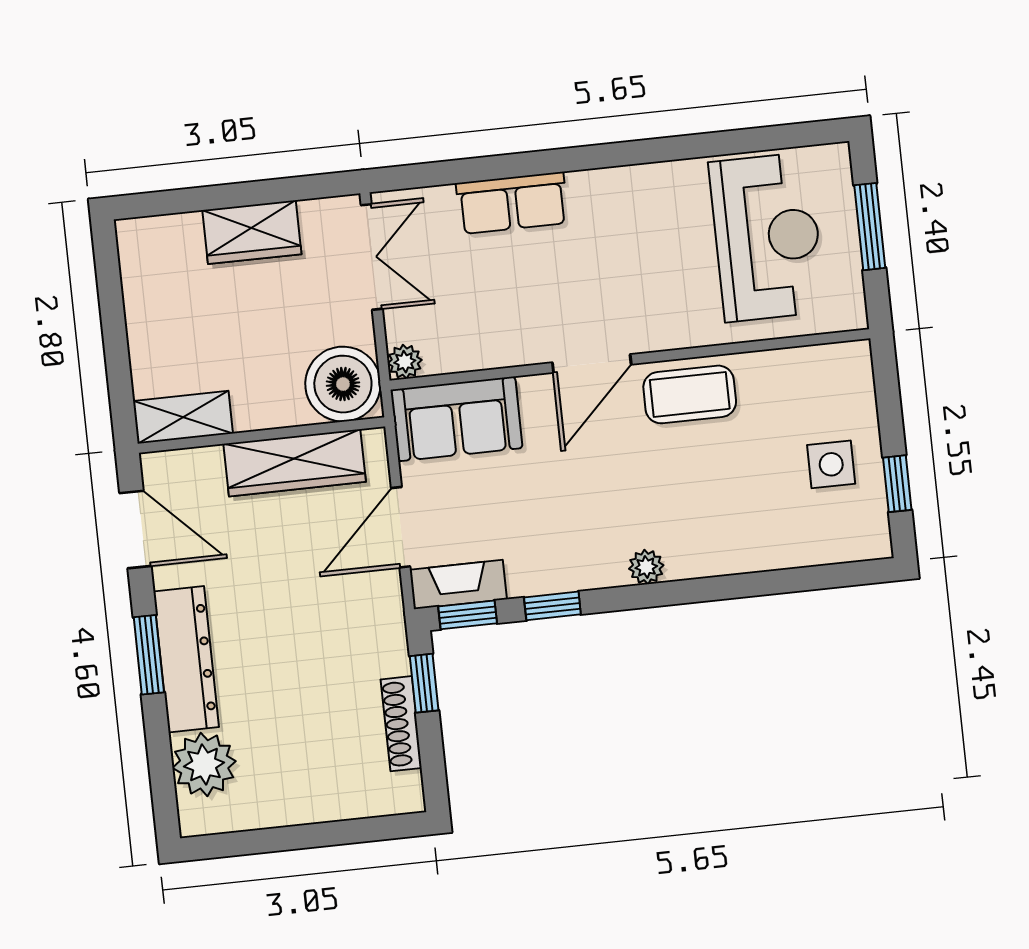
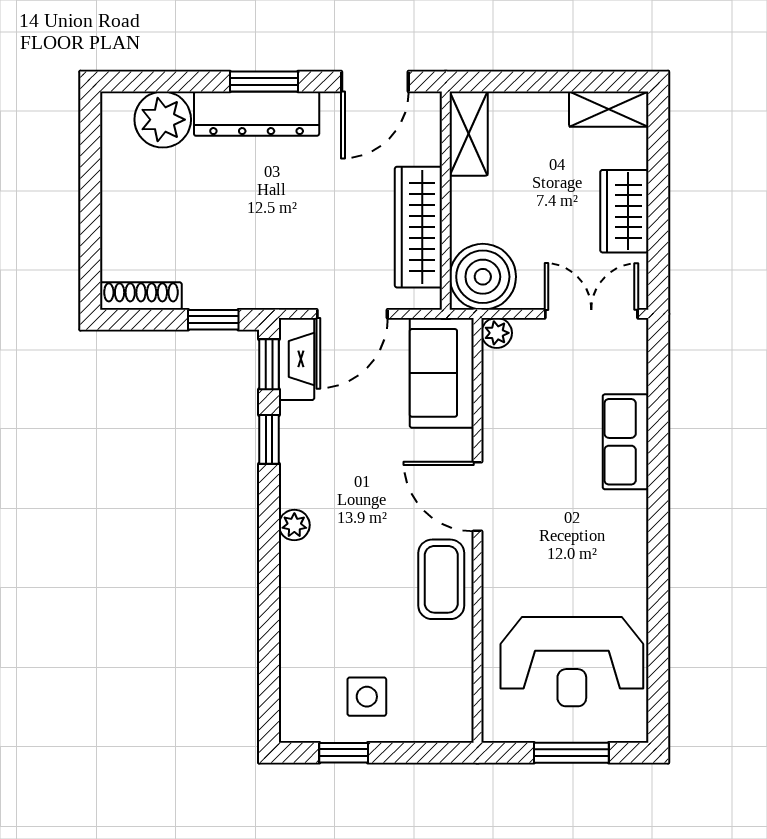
double door: (372, 257) -> (591, 314), swing flipped
shelving: (139, 262) -> (609, 109), added
door: (401, 527) -> (352, 314), swing flipped
shoe rack: (401, 724) -> (141, 296), moved

